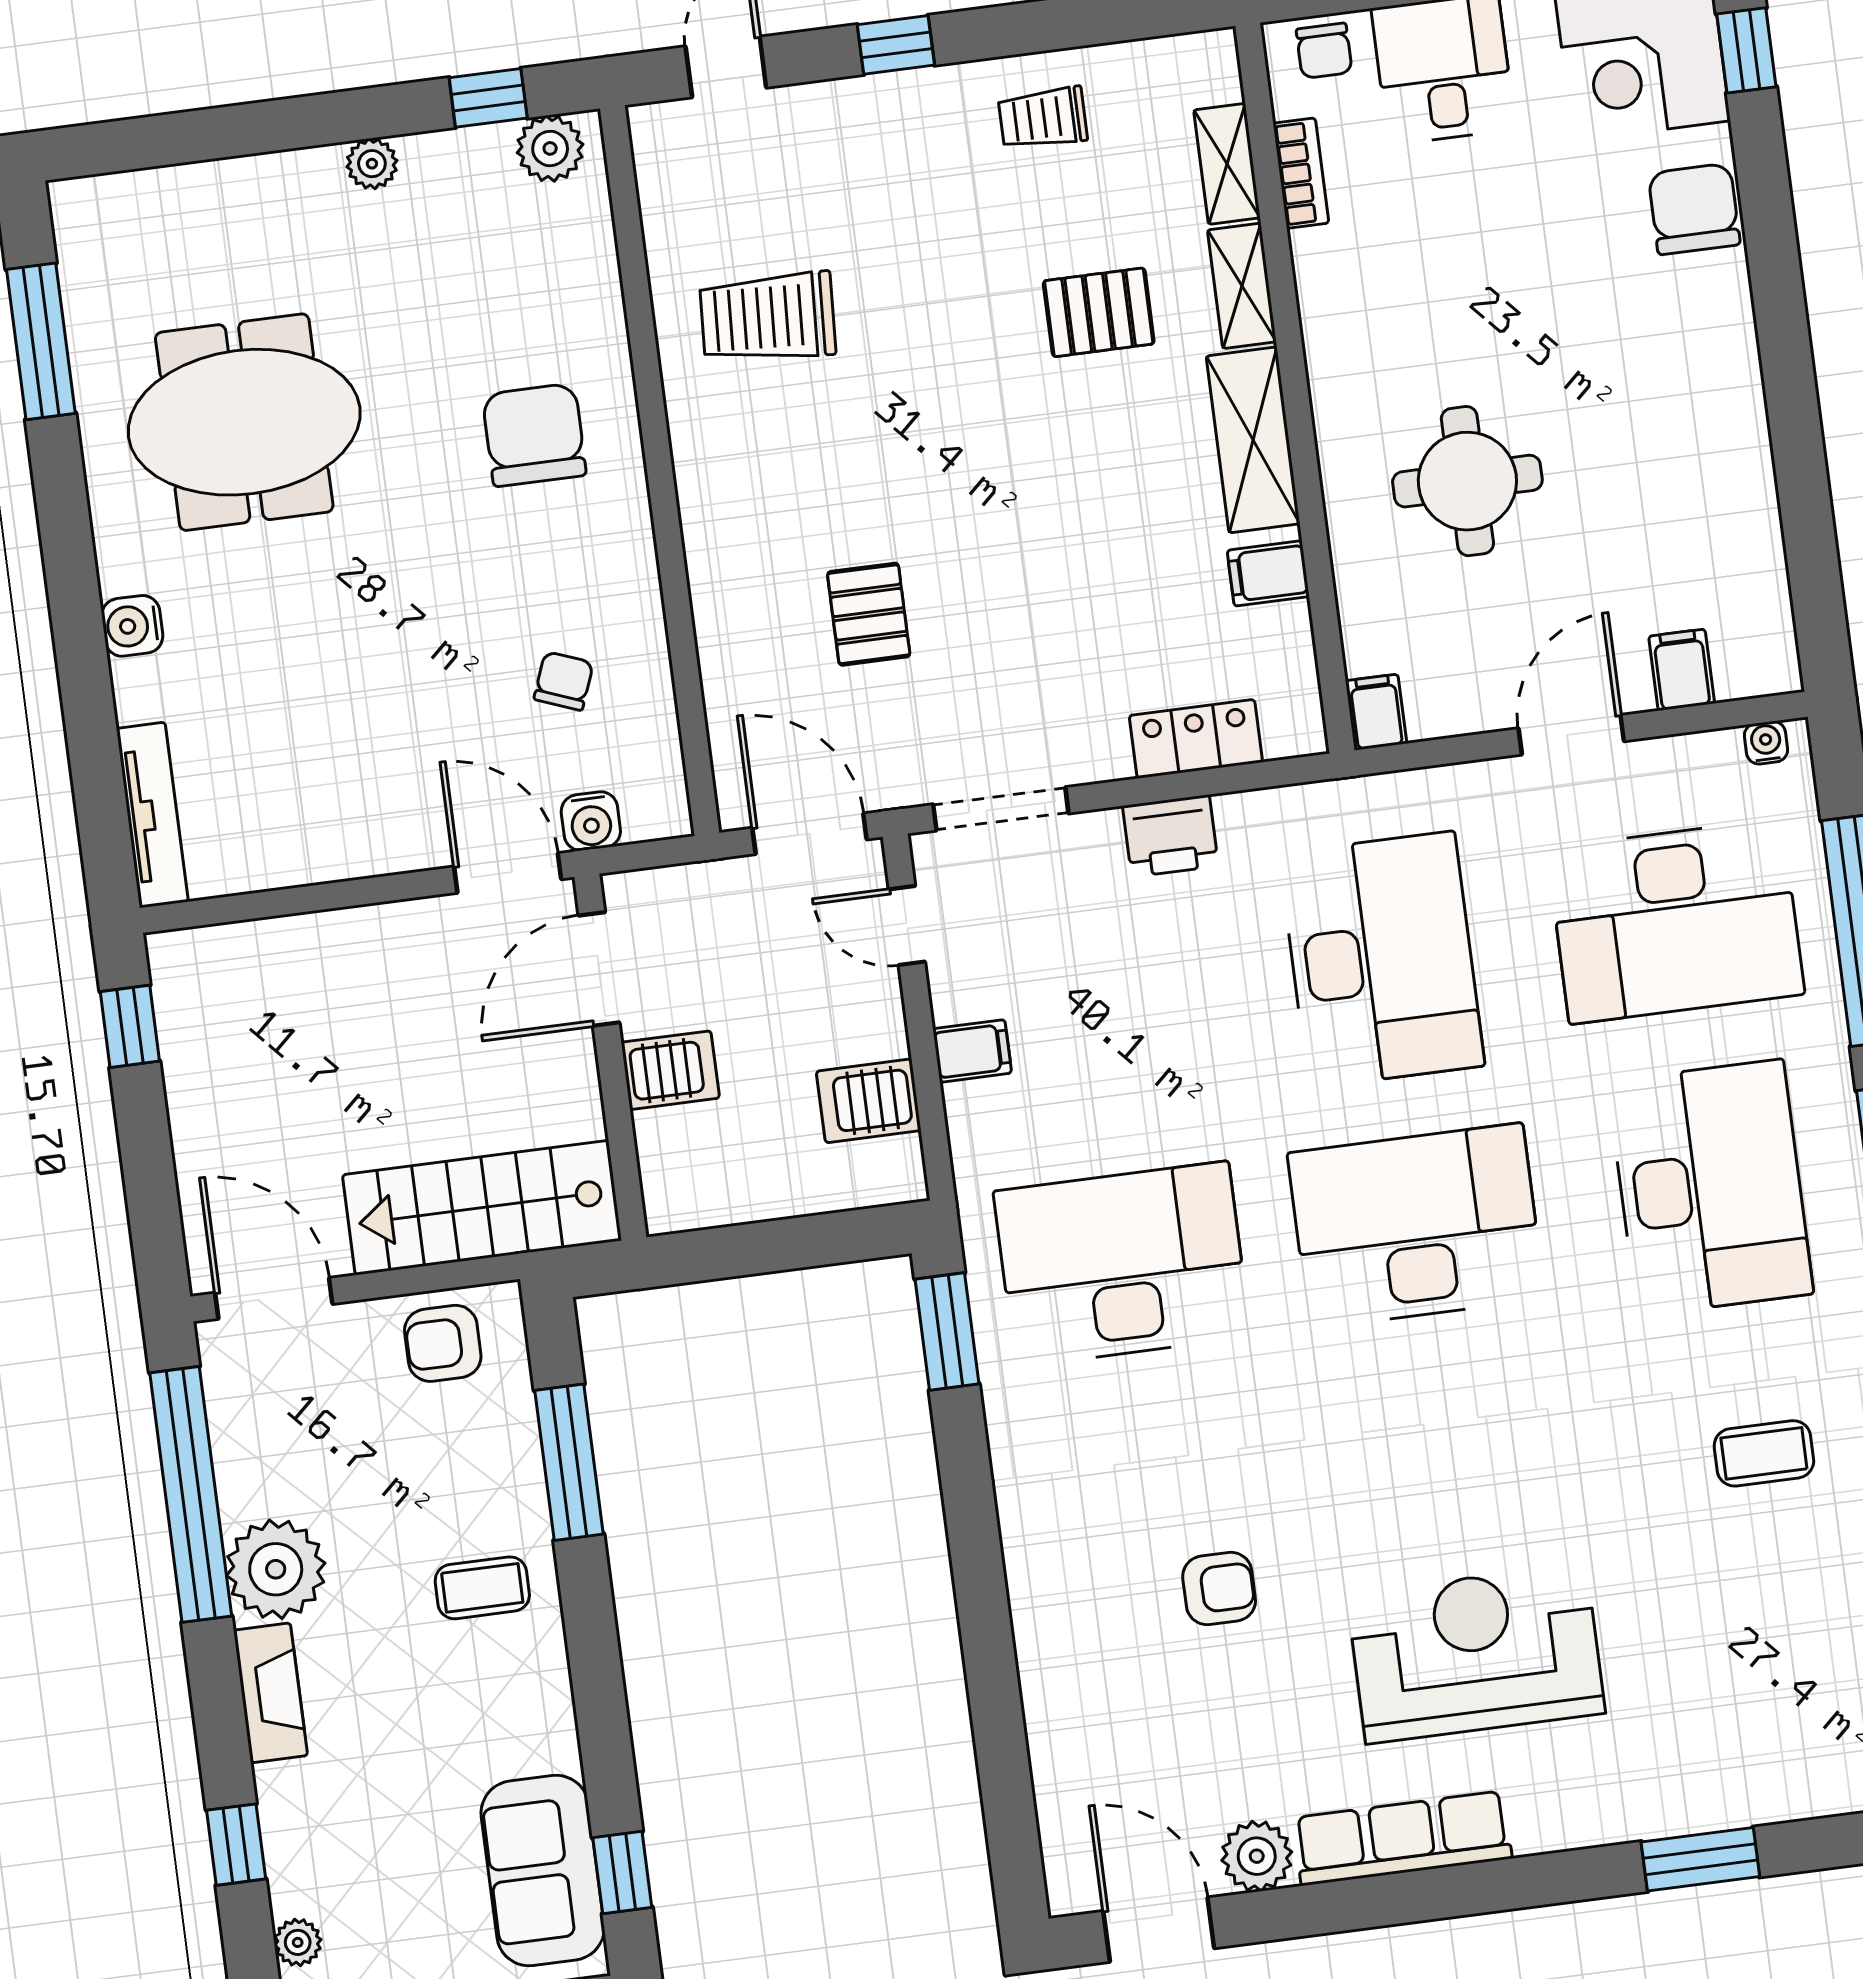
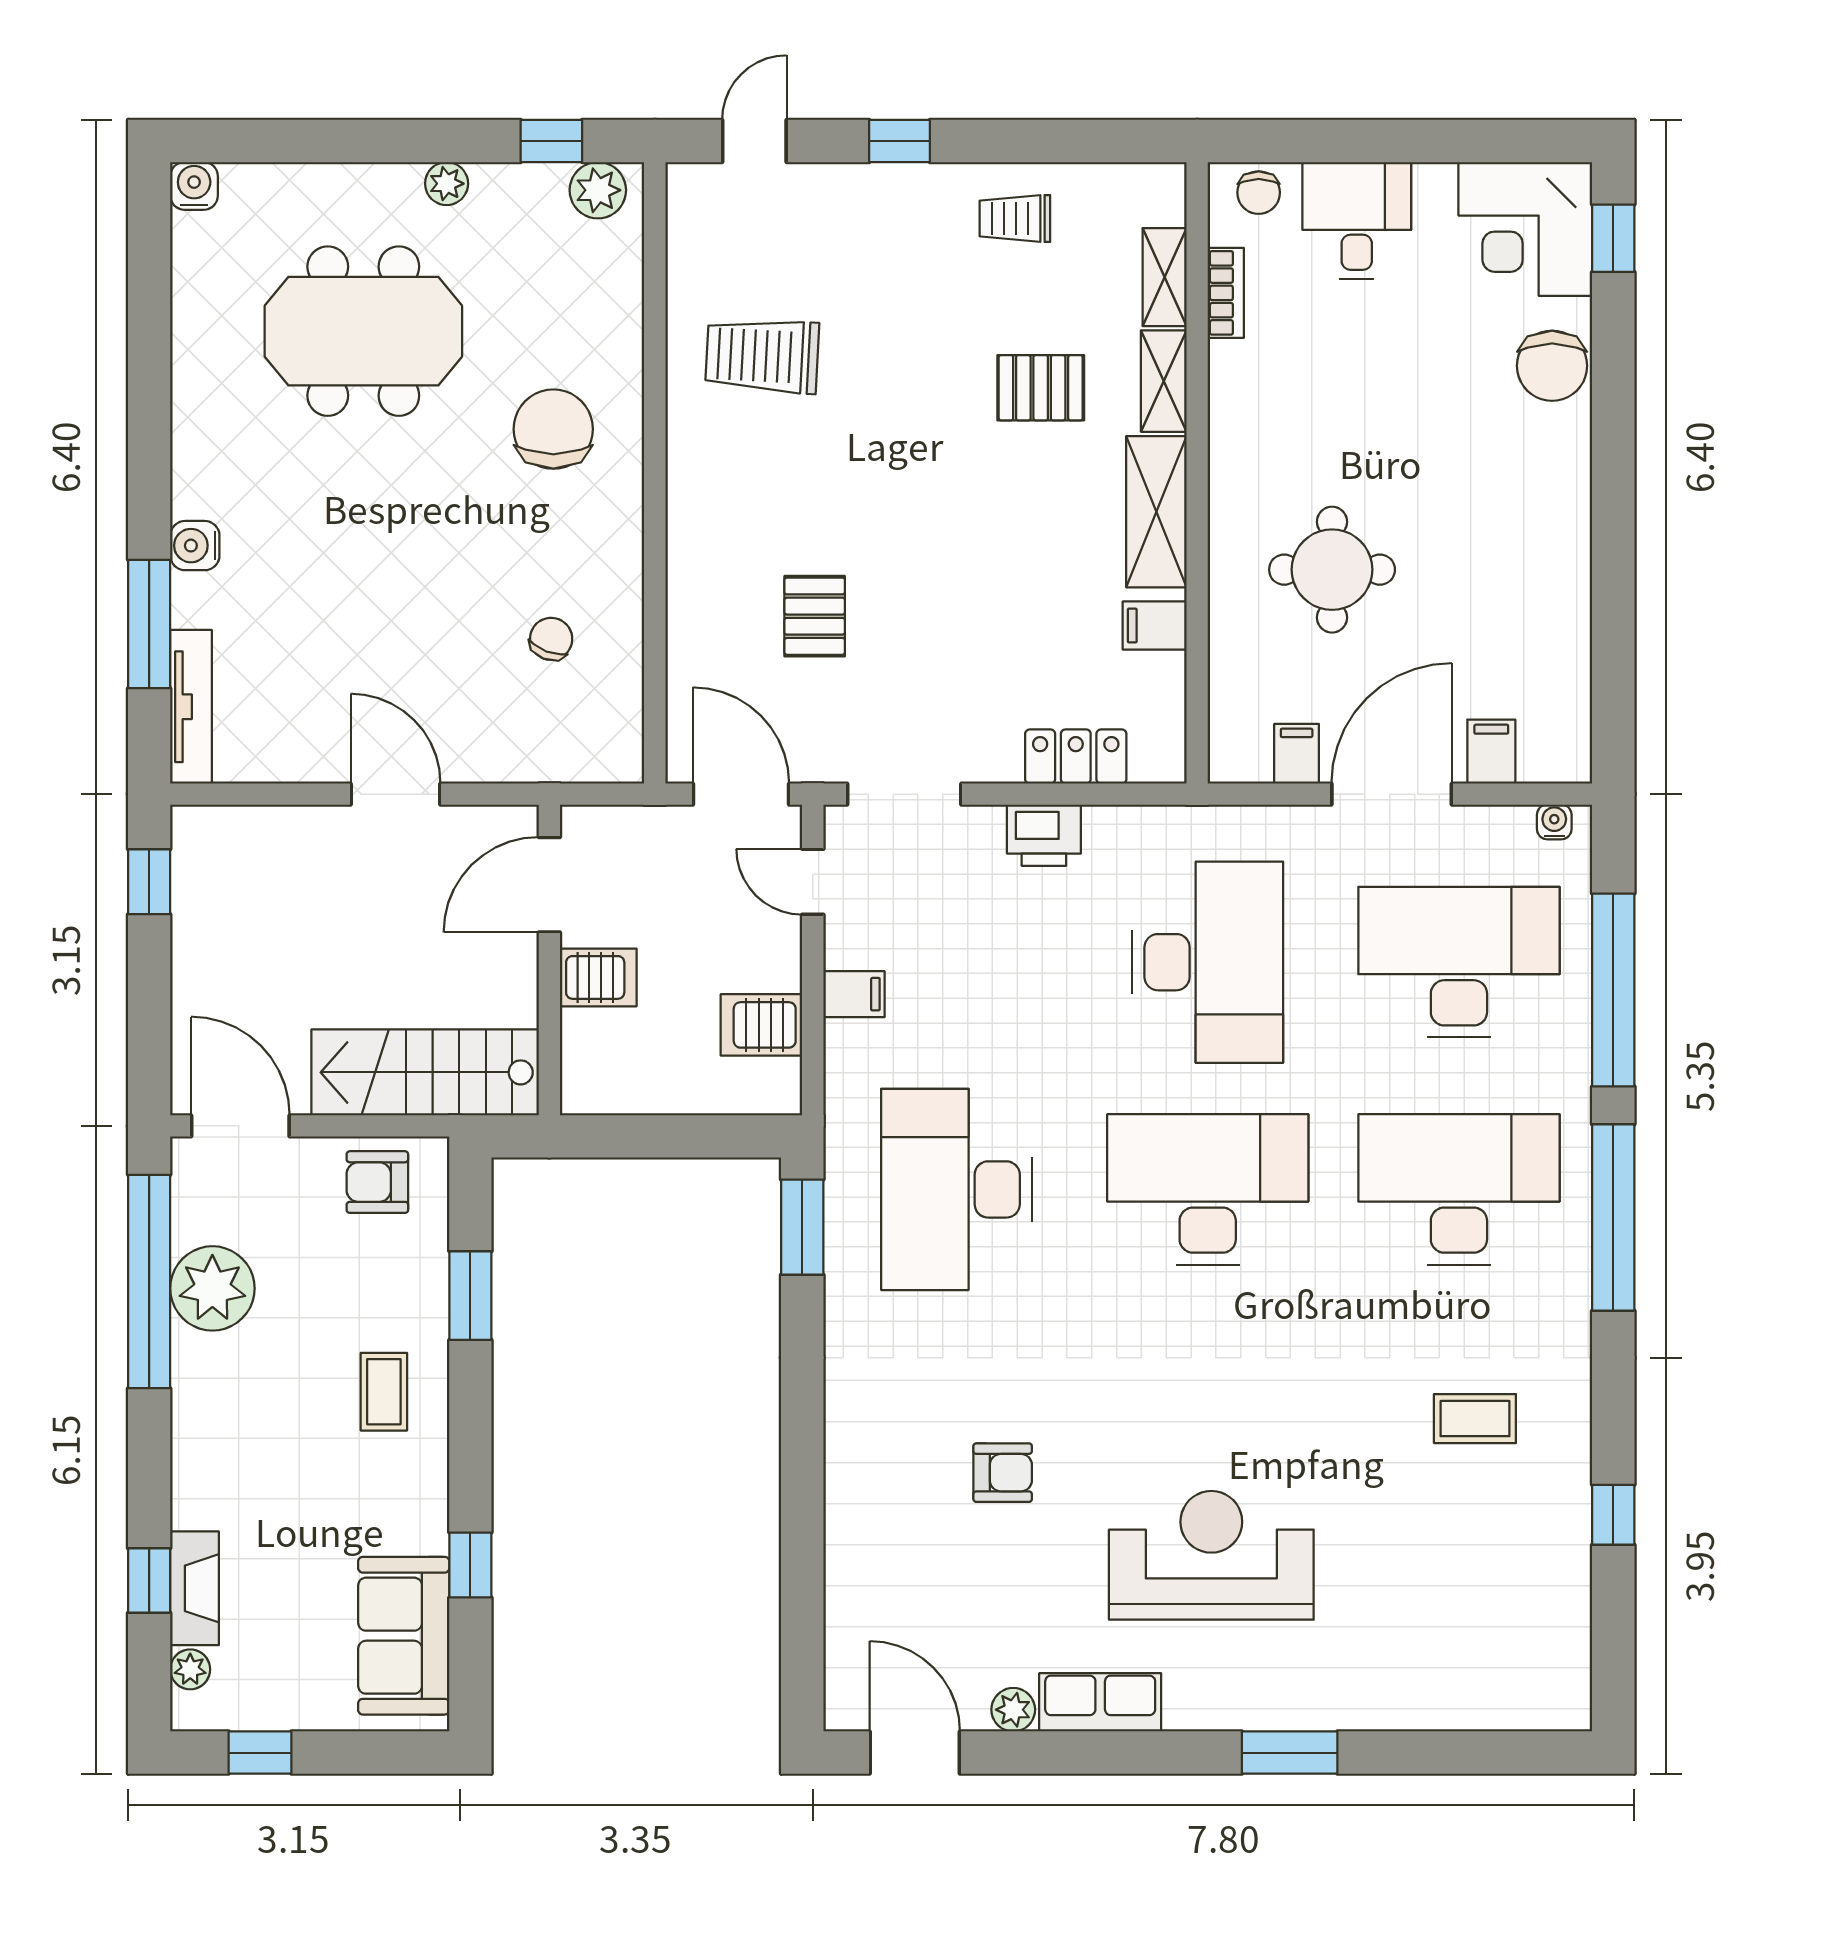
chair: (1694, 209) -> (1552, 366), turned 180
window: (41, 341) -> (149, 624), moved
meeting table: (244, 422) -> (363, 331), moved
filing cabinet: (1376, 712) -> (1297, 754), moved
door: (1571, 735) -> (1392, 794), width x1.36
water cooler: (591, 821) -> (194, 186), moved, turned 180
door: (508, 873) -> (396, 794), moved
desk: (1676, 921) -> (1459, 962), turned 180
desk: (1710, 1188) -> (1459, 1189), turned -90
desk: (1122, 1264) -> (957, 1189), turned -90
window: (569, 1462) -> (470, 1296), width x0.69
plant: (276, 1569) -> (212, 1288), moved
coffee table: (482, 1588) -> (384, 1392), turned 90
fireplace: (270, 1693) -> (195, 1588), moved
row of seats: (1402, 1838) -> (1100, 1702), width x0.68
plant: (1257, 1856) -> (1013, 1710), width x0.73, depth x0.73
window: (1700, 1859) -> (1290, 1753), moved
window: (622, 1872) -> (470, 1565), moved

